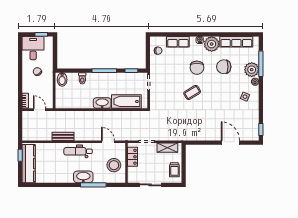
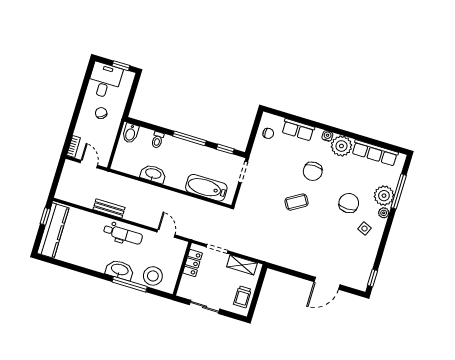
chair: (224, 67) -> (349, 203), moved, turned 90
washbasin: (102, 103) -> (153, 174), moved
door: (230, 143) -> (327, 283), swing flipped
dental chair: (78, 151) -> (123, 234), turned 180
stool: (114, 165) -> (153, 276), moved

